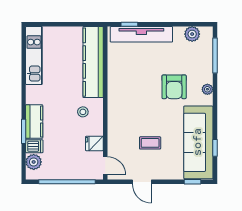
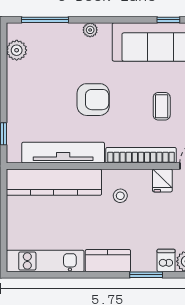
tv unit: (141, 34) -> (63, 153), moved, turned -90
armchair: (174, 87) -> (93, 100), moved
kitchen counter: (34, 122) -> (108, 261), moved
bookcase: (113, 127) -> (141, 155), added

